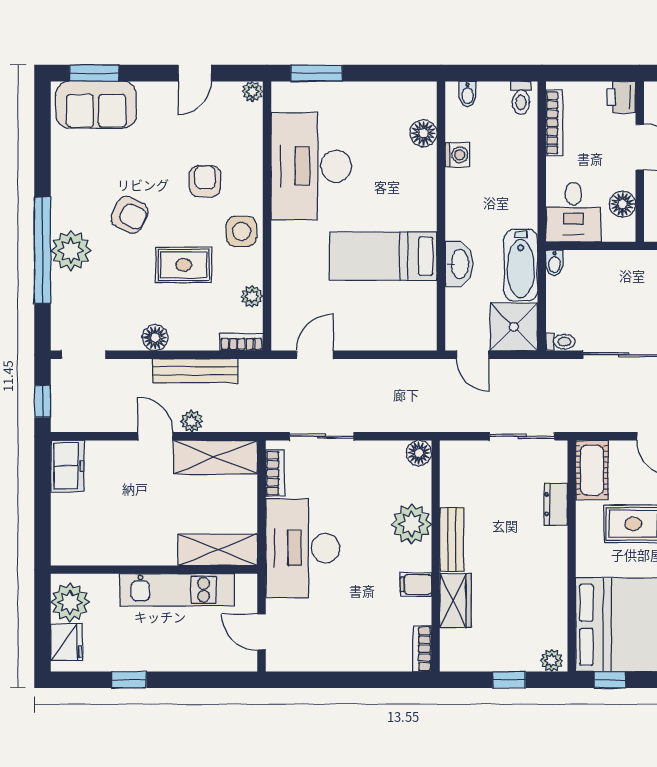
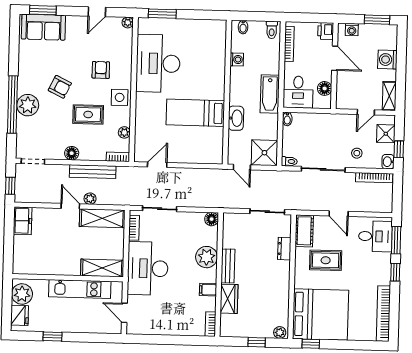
floor lamp: (423, 133) -> (219, 47), removed
bathtub: (521, 265) -> (270, 94), moved

